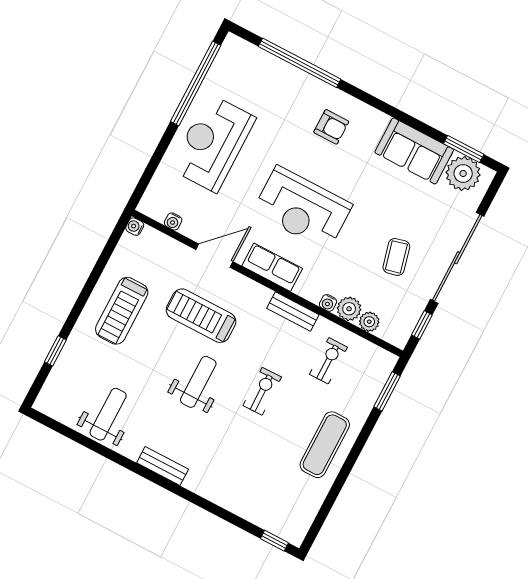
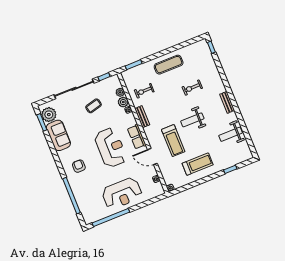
exercise bike: (262, 391) -> (192, 88), moved

